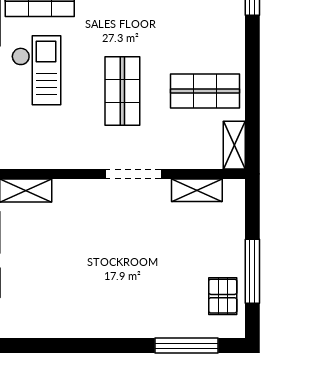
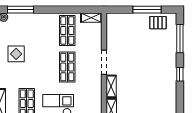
shop shelf: (122, 91) -> (67, 67), turned 90
shelving: (197, 190) -> (111, 86), moved
window: (106, 346) -> (180, 74), added

